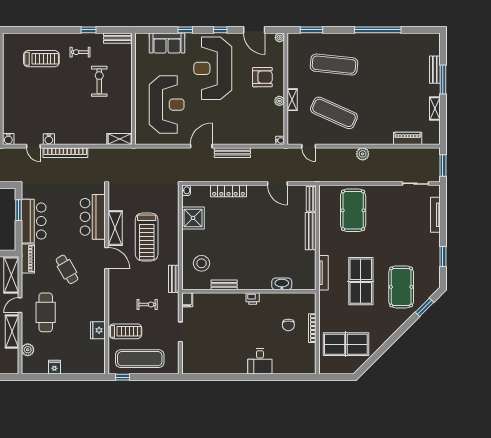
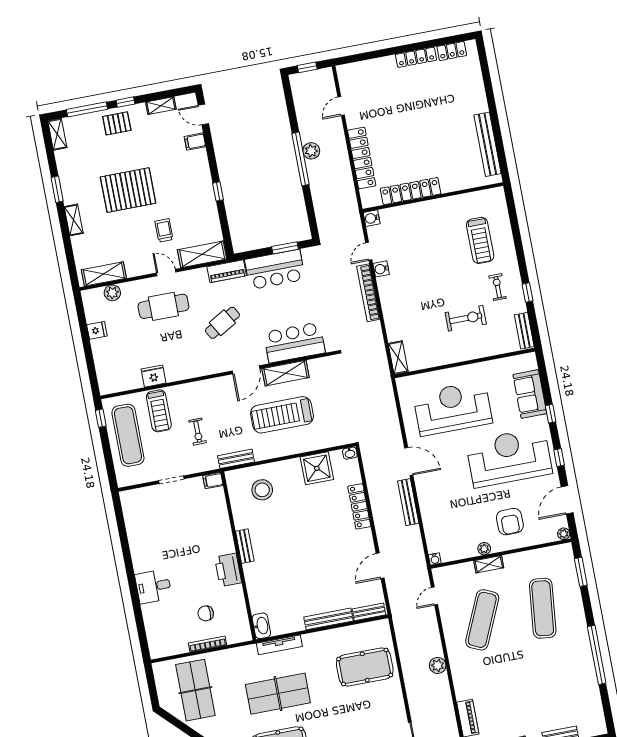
reception desk: (167, 105) -> (453, 408), turned 180
washbasin: (282, 284) -> (261, 626), moved
bench: (224, 285) -> (245, 546), moved
printer: (253, 298) -> (228, 570), width x1.87, depth x1.48
shelving: (12, 331) -> (104, 274), moved

